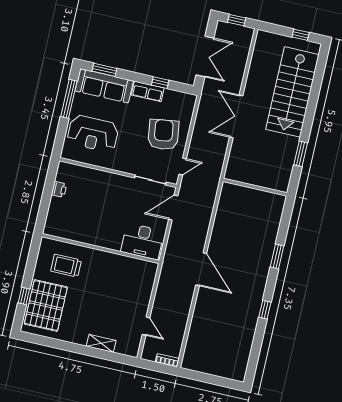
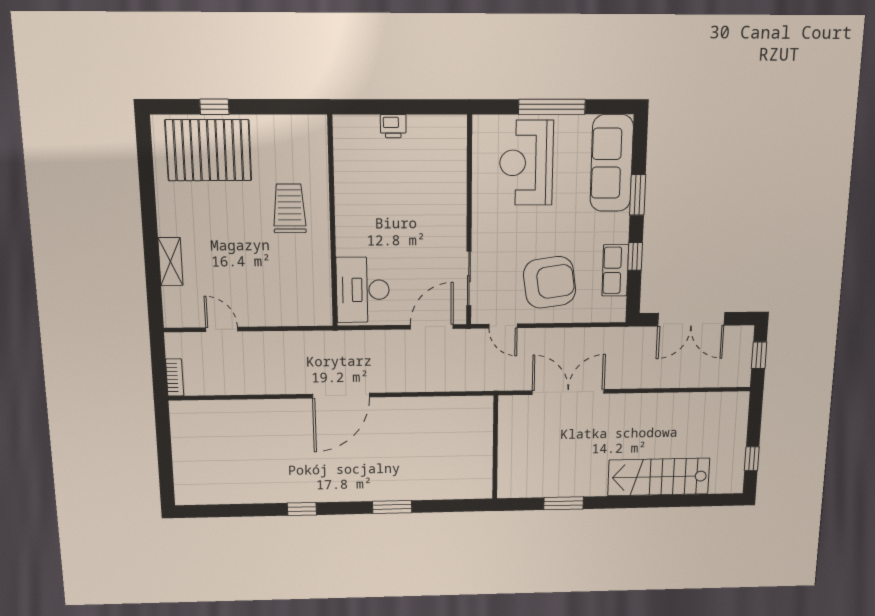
window: (104, 70) -> (638, 195), moved
row of seats: (148, 91) -> (615, 270), moved
stairs: (292, 92) -> (659, 477), width x0.73, depth x0.66
window: (69, 99) -> (552, 107), moved
double door: (236, 116) -> (568, 392), moved
printer: (59, 189) -> (393, 126), moved
door: (173, 207) -> (432, 327), hinge flipped
trolley: (66, 266) -> (289, 208), moved
door: (146, 326) -> (222, 329), swing flipped

